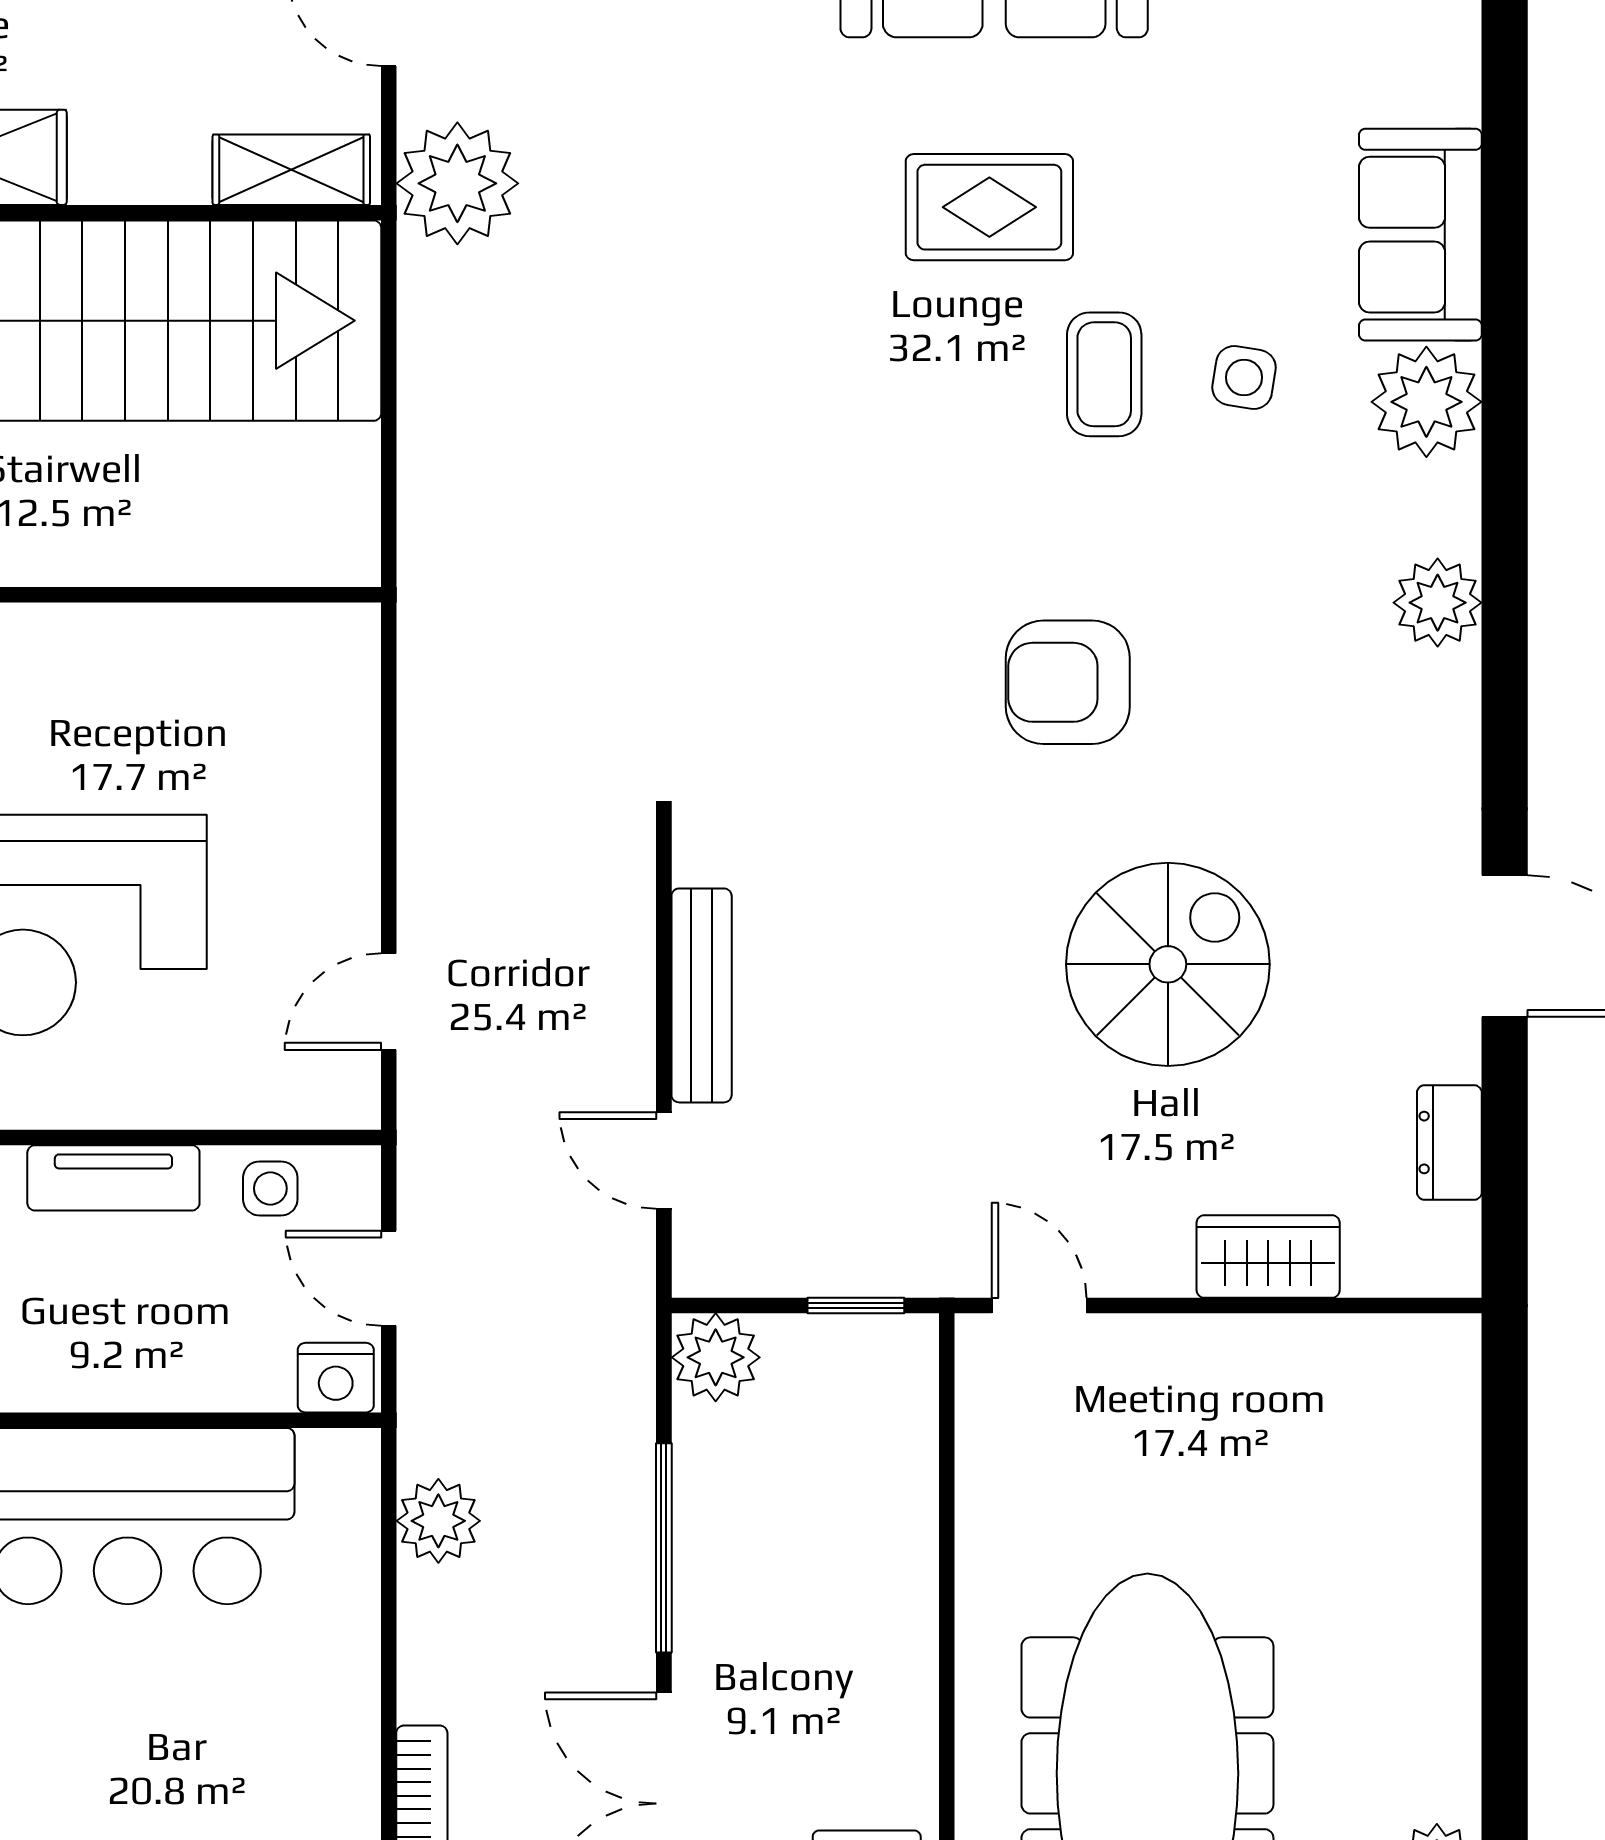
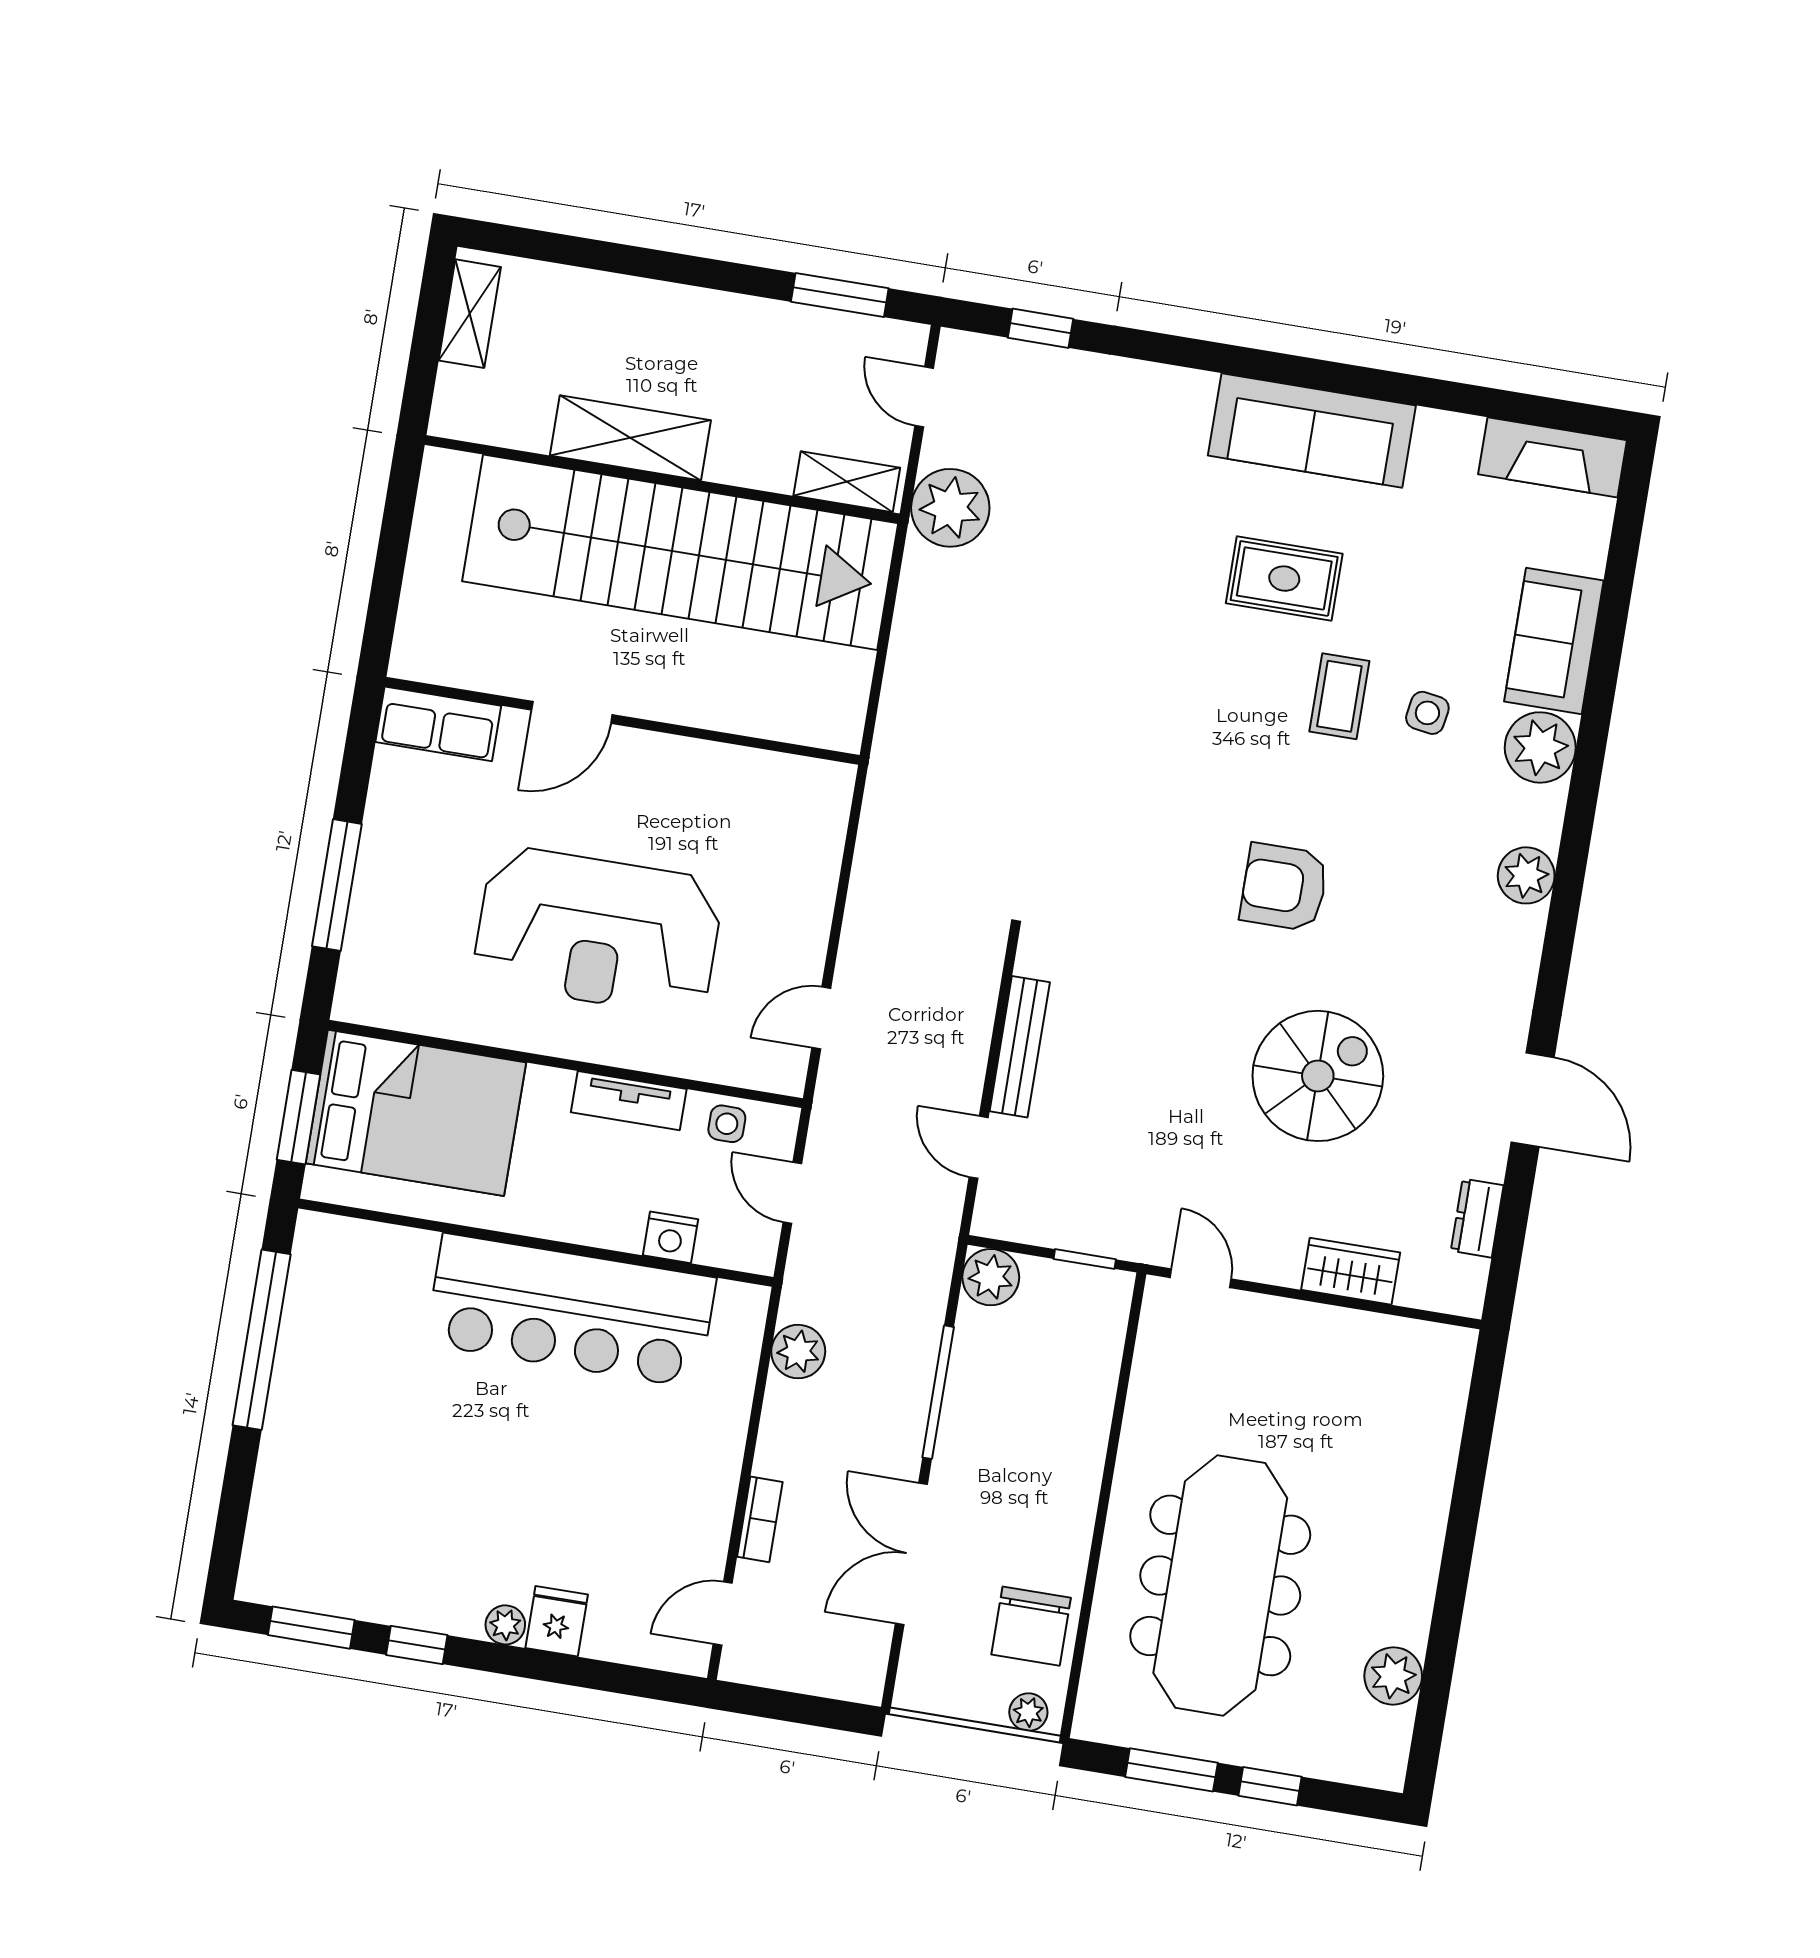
nightstand: (336, 1378) -> (671, 1237), moved

